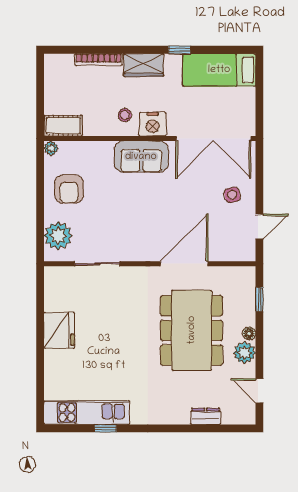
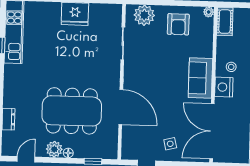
armchair: (69, 189) -> (178, 24), turned -90

